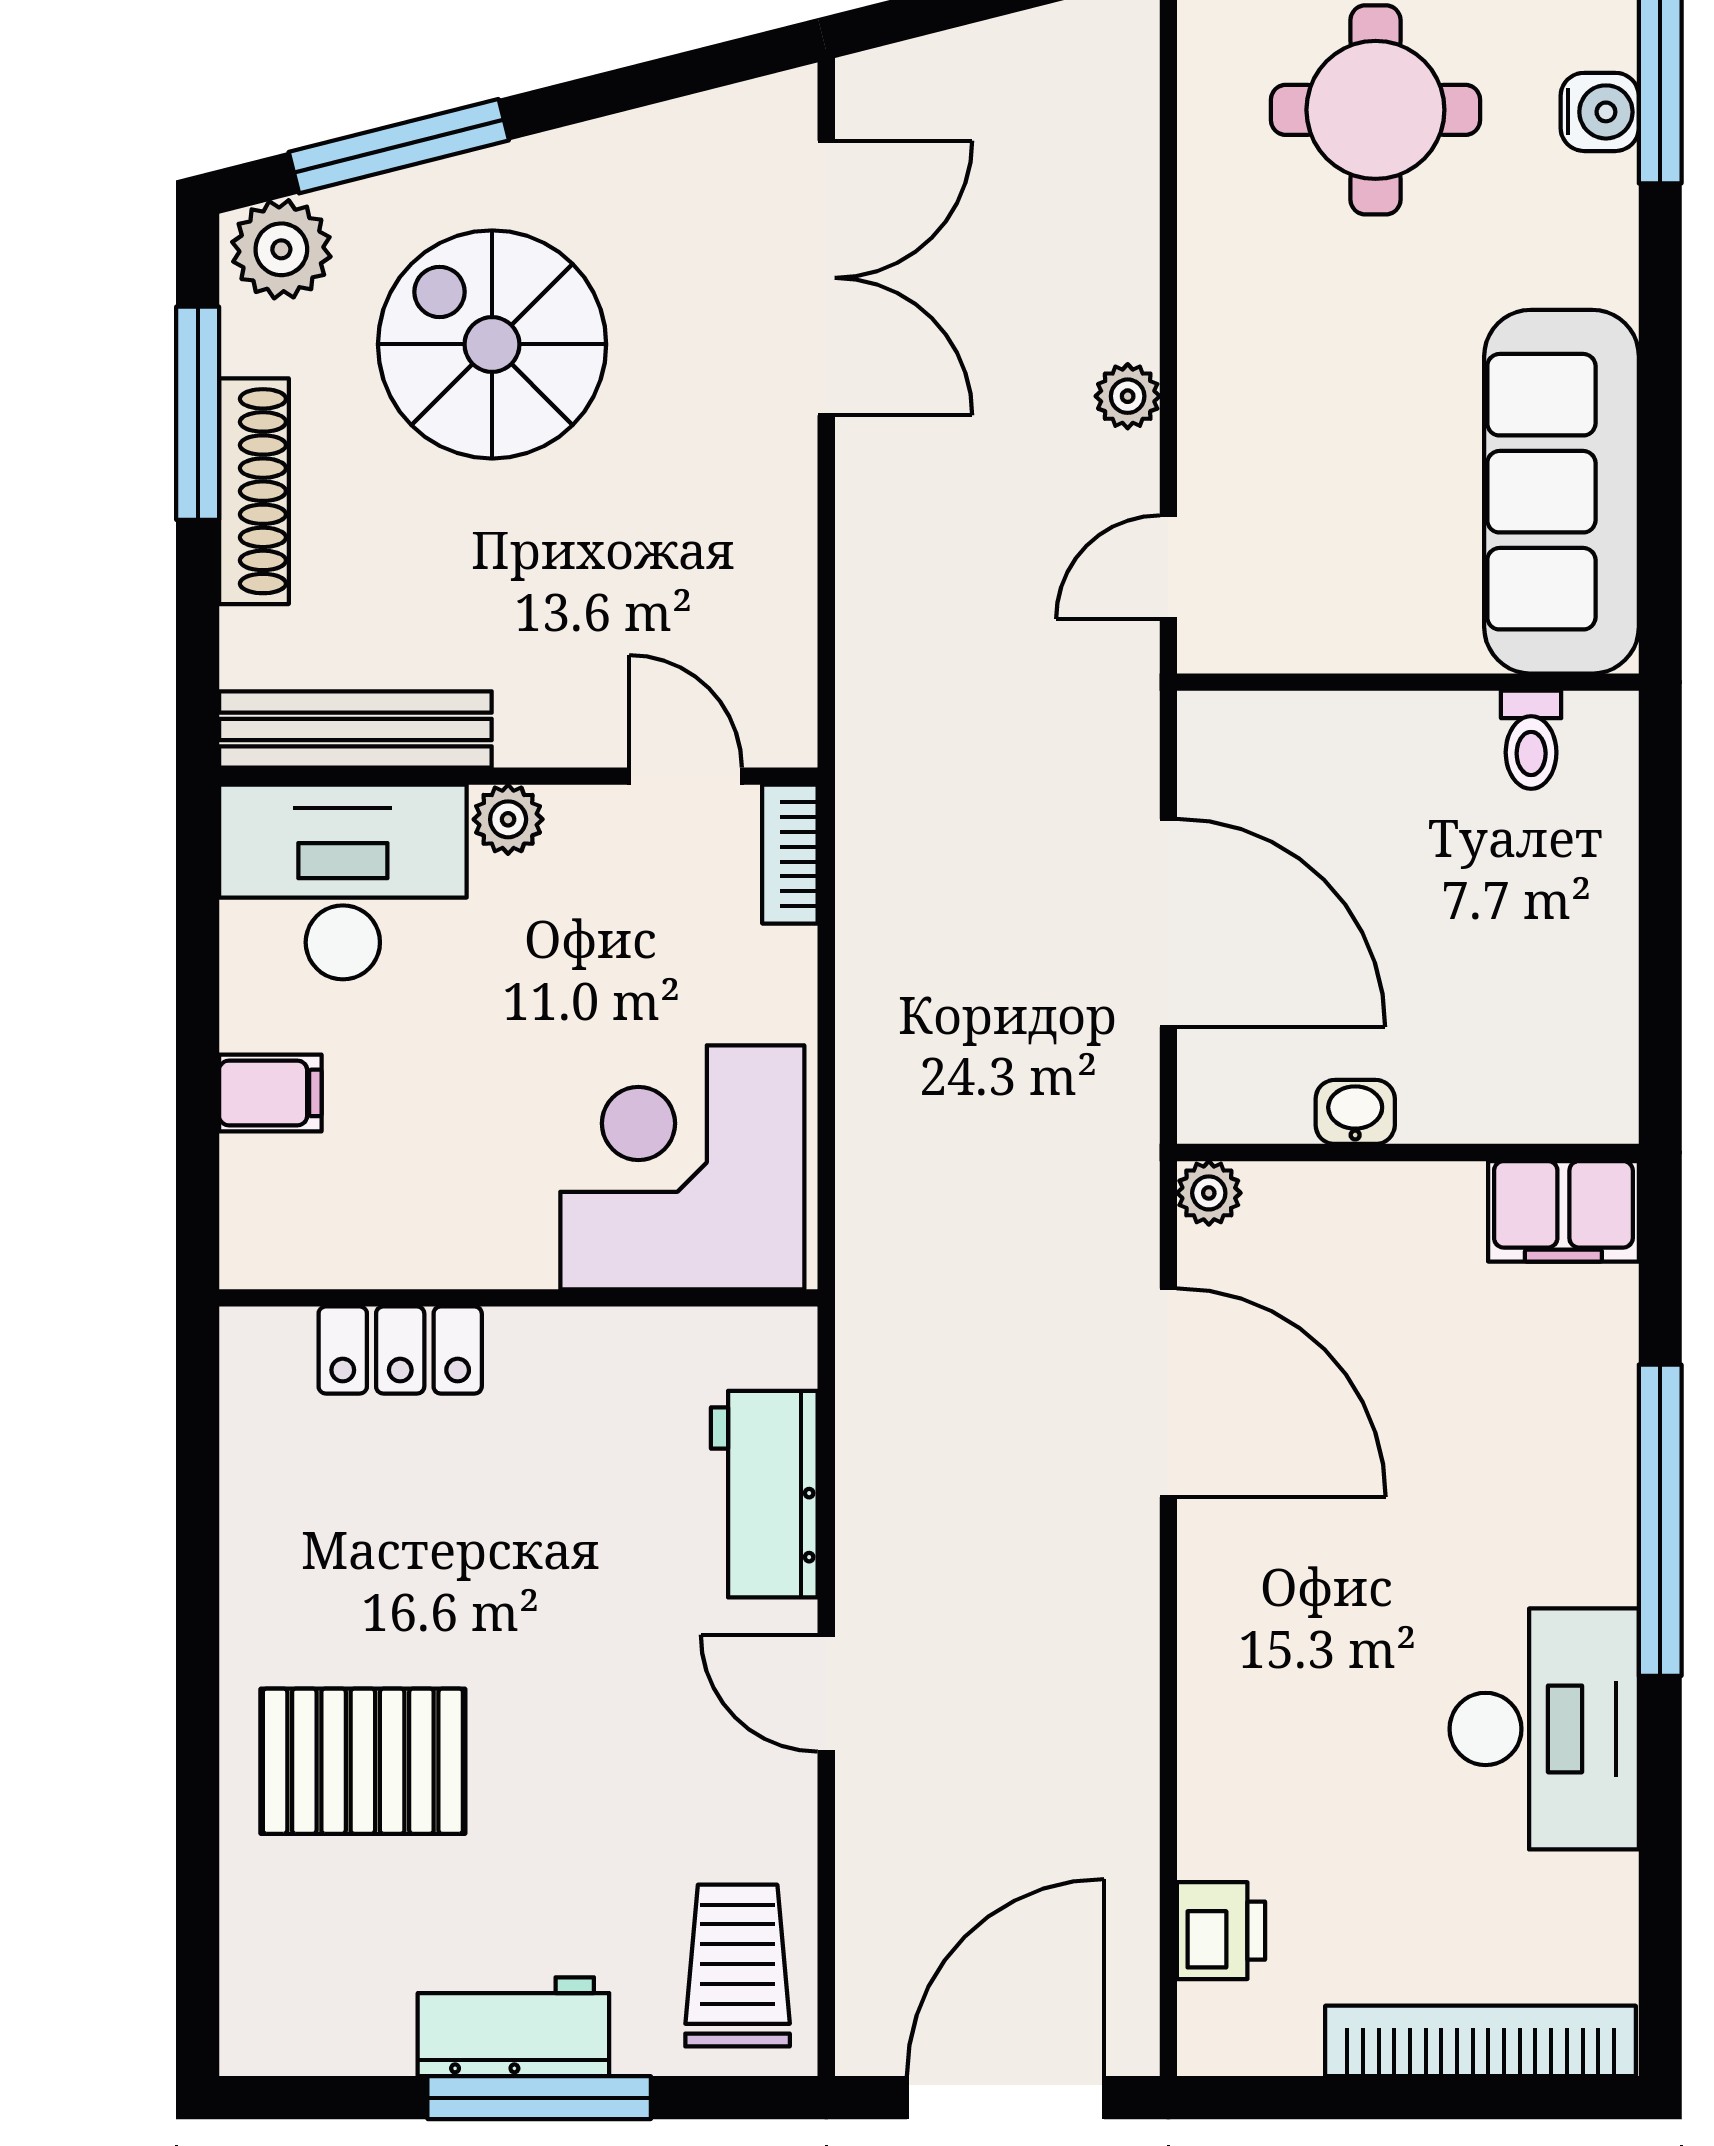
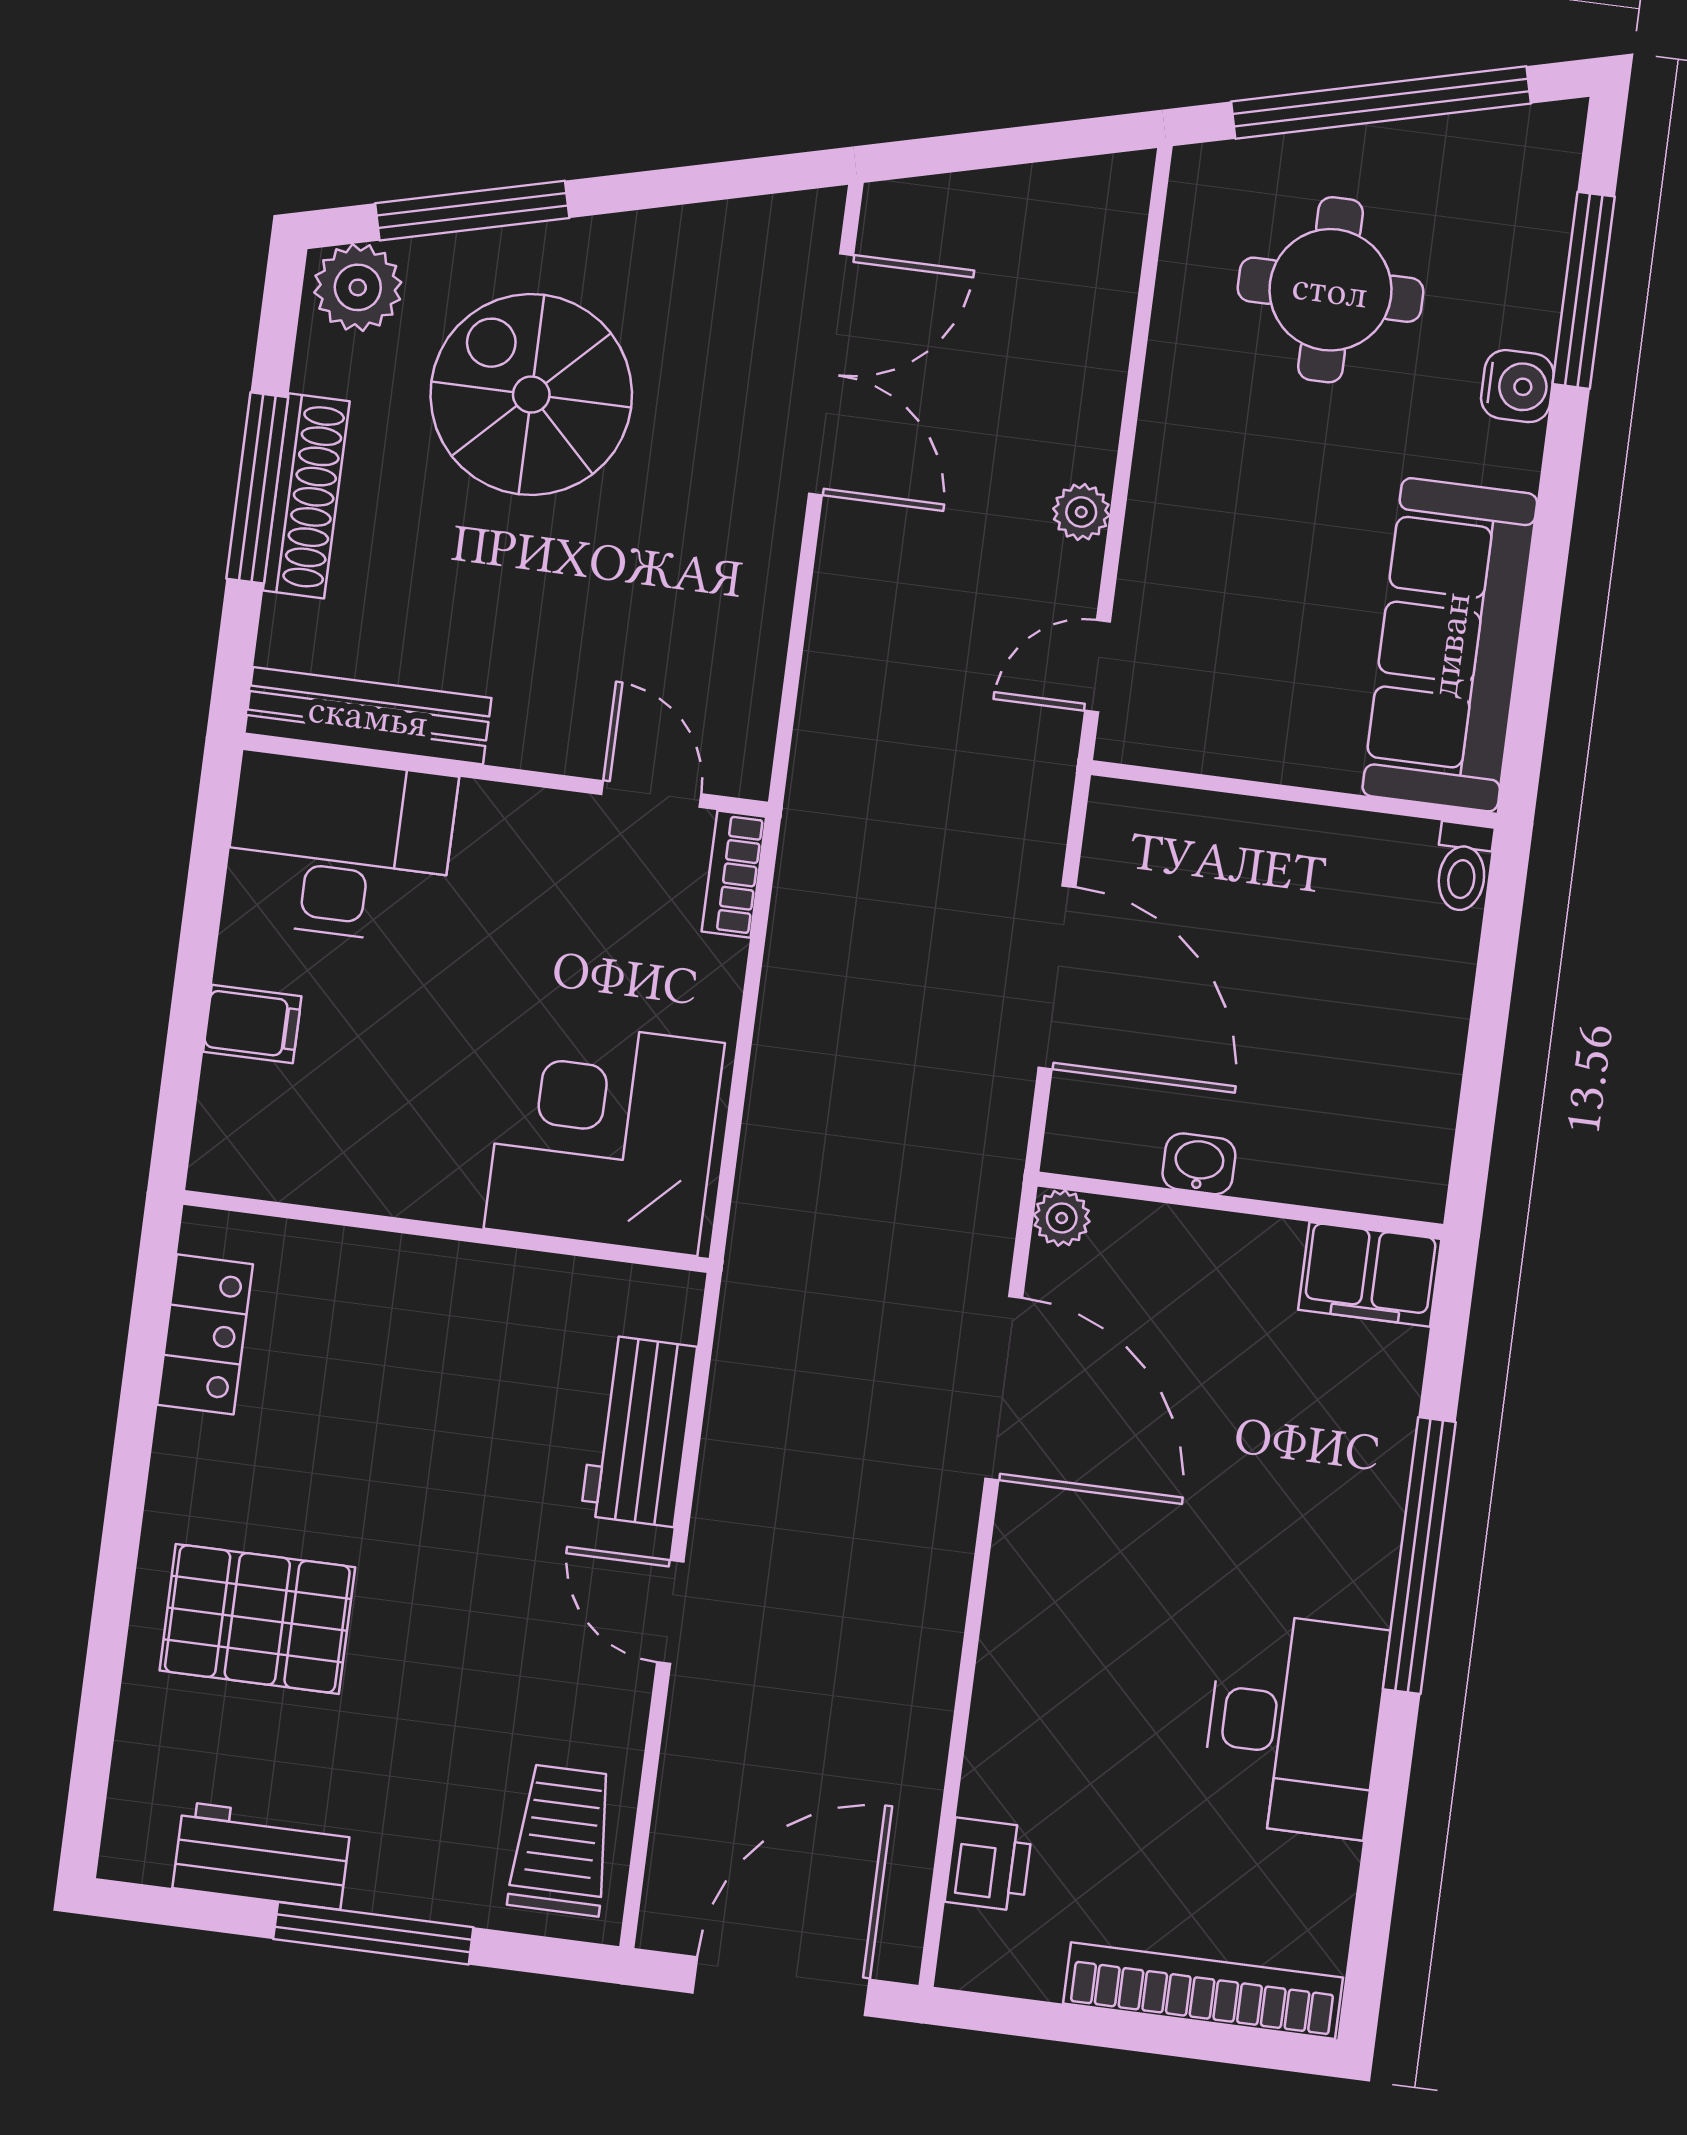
water cooler: (1600, 112) -> (1517, 386), moved
window: (198, 413) -> (257, 488), moved
toilet: (1531, 740) -> (1463, 867), moved
plant: (508, 819) -> (491, 812), removed
locker: (400, 1350) -> (205, 1334), moved, turned -90
workbench: (513, 2027) -> (262, 1856), moved

